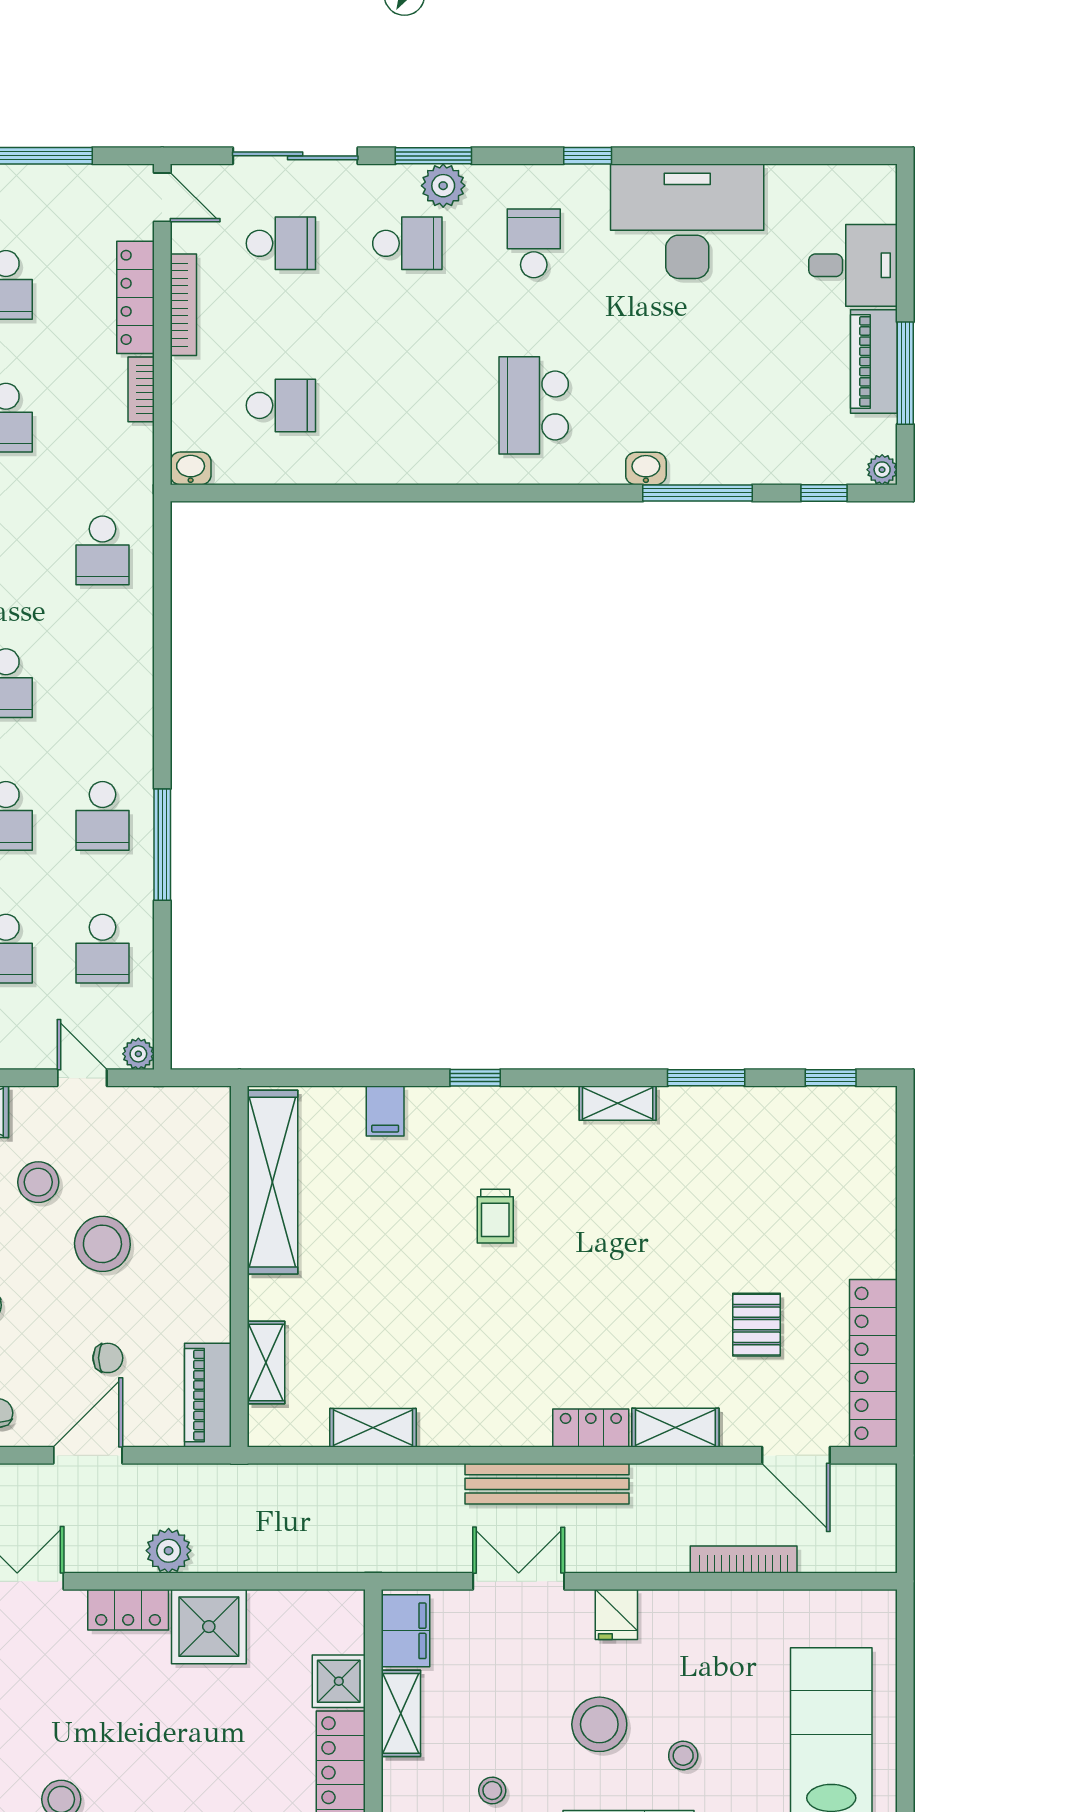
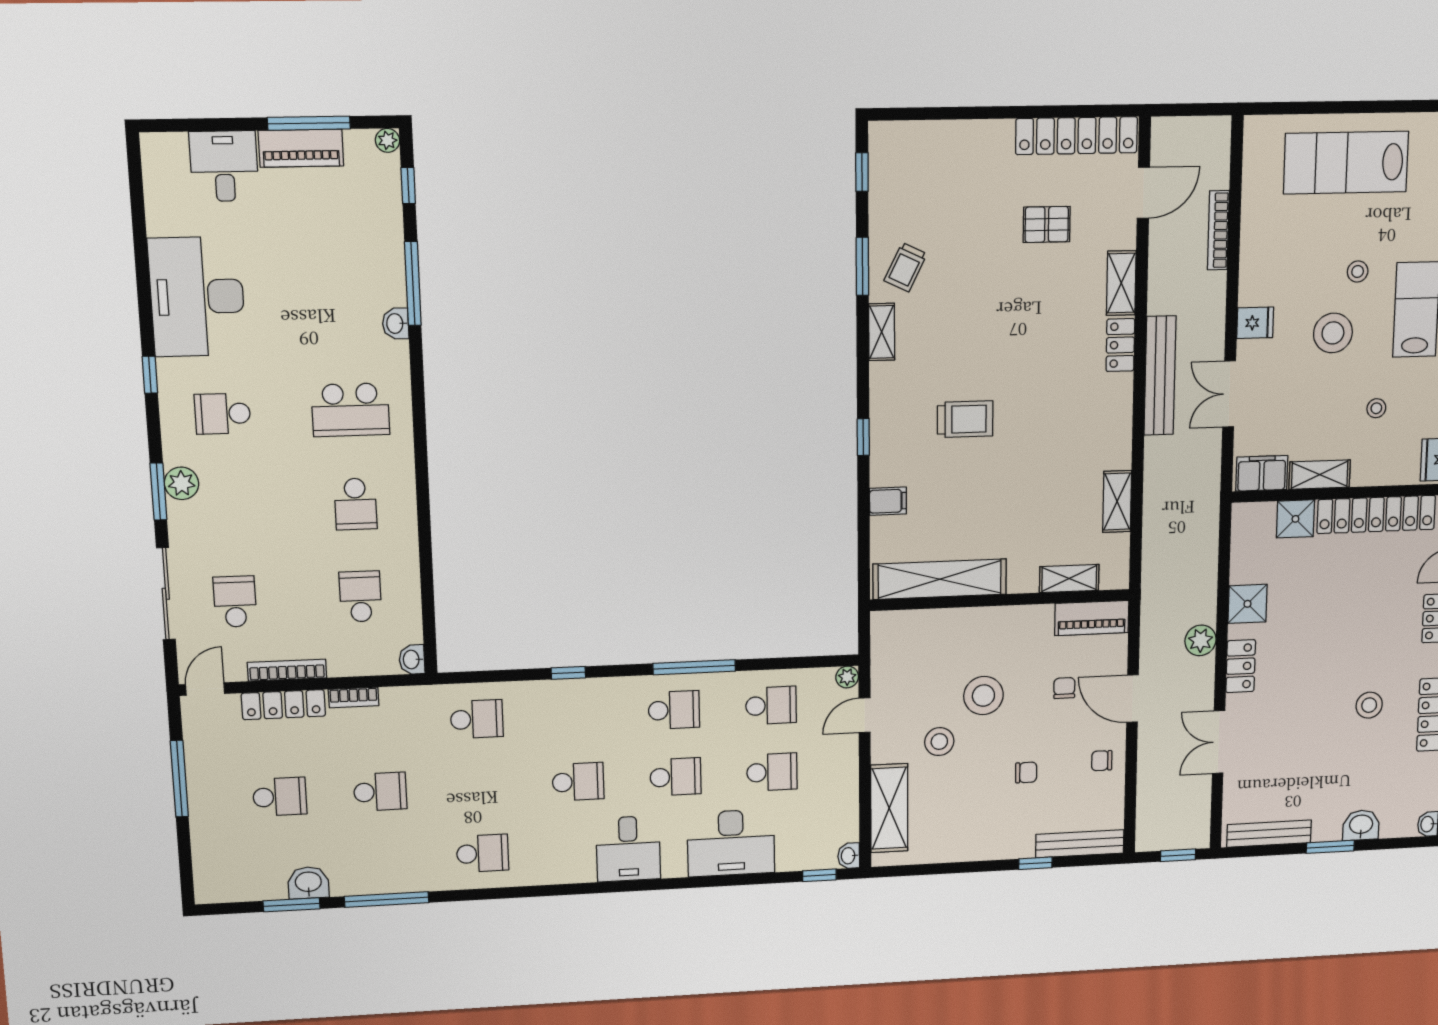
school desk: (407, 243) -> (355, 504), moved, turned 180
window: (162, 675) -> (568, 673), added
trolley: (704, 1135) -> (905, 267), added
trolley: (495, 1216) -> (965, 419), width x1.36, depth x1.39
shower: (209, 1627) -> (1248, 604), width x0.73, depth x0.73

